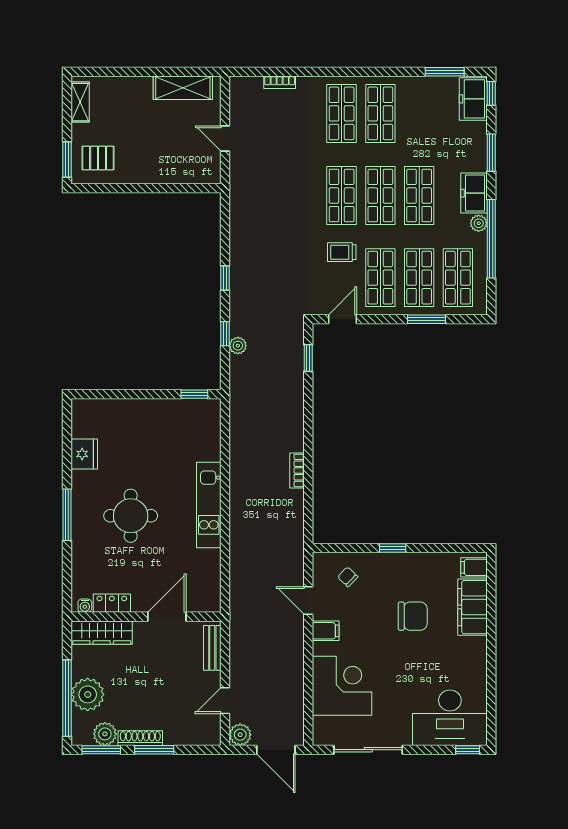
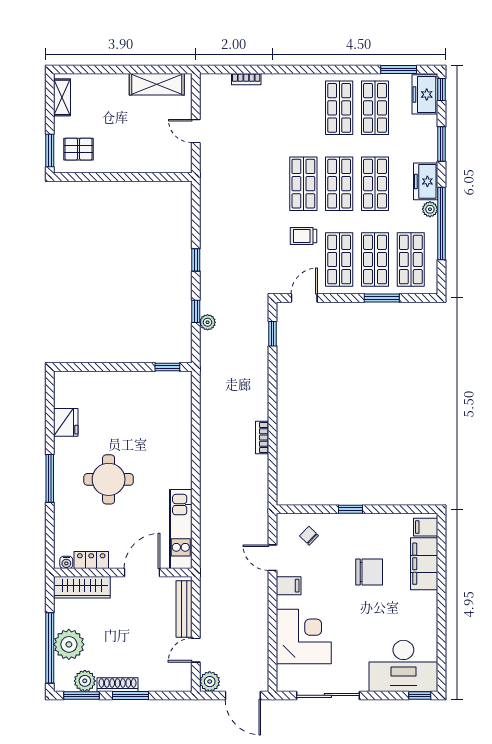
shop shelf: (342, 113) -> (375, 108), moved
kitchen unit: (209, 505) -> (181, 529), moved
bench: (212, 648) -> (184, 609), width x1.36

